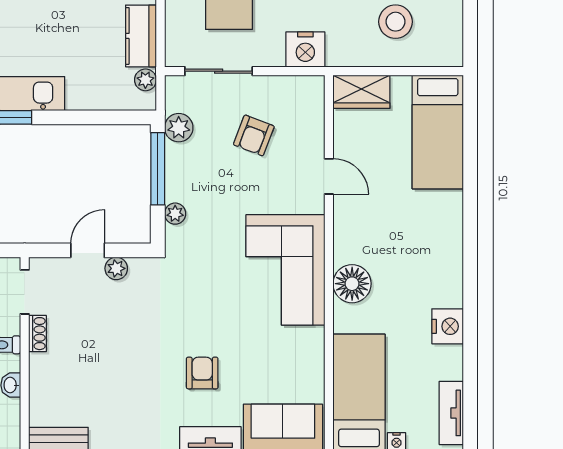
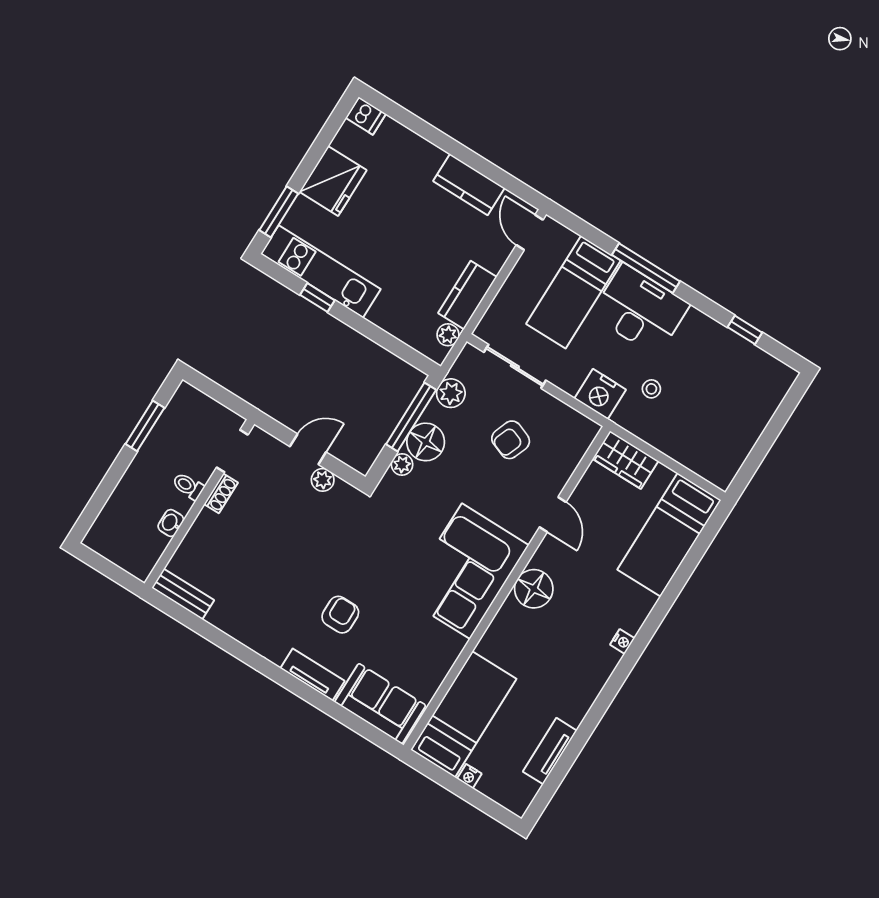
stool: (396, 22) -> (651, 389), moved, width x0.53, depth x0.53
floor lamp: (183, 182) -> (426, 442), added
floor lamp: (352, 284) -> (534, 589), moved
nightstand: (448, 326) -> (622, 641), moved, width x0.53, depth x0.56
tv unit: (451, 413) -> (550, 751), moved

